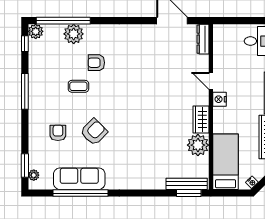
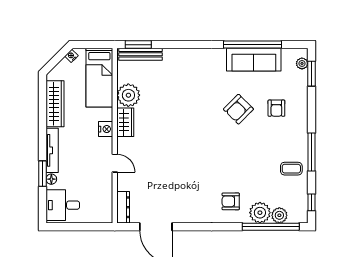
plant: (36, 31) -> (279, 215), moved
armchair: (96, 63) -> (231, 201), moved, turned 180
coffee table: (78, 86) -> (291, 169), moved
nightstand: (220, 99) -> (106, 129), moved

